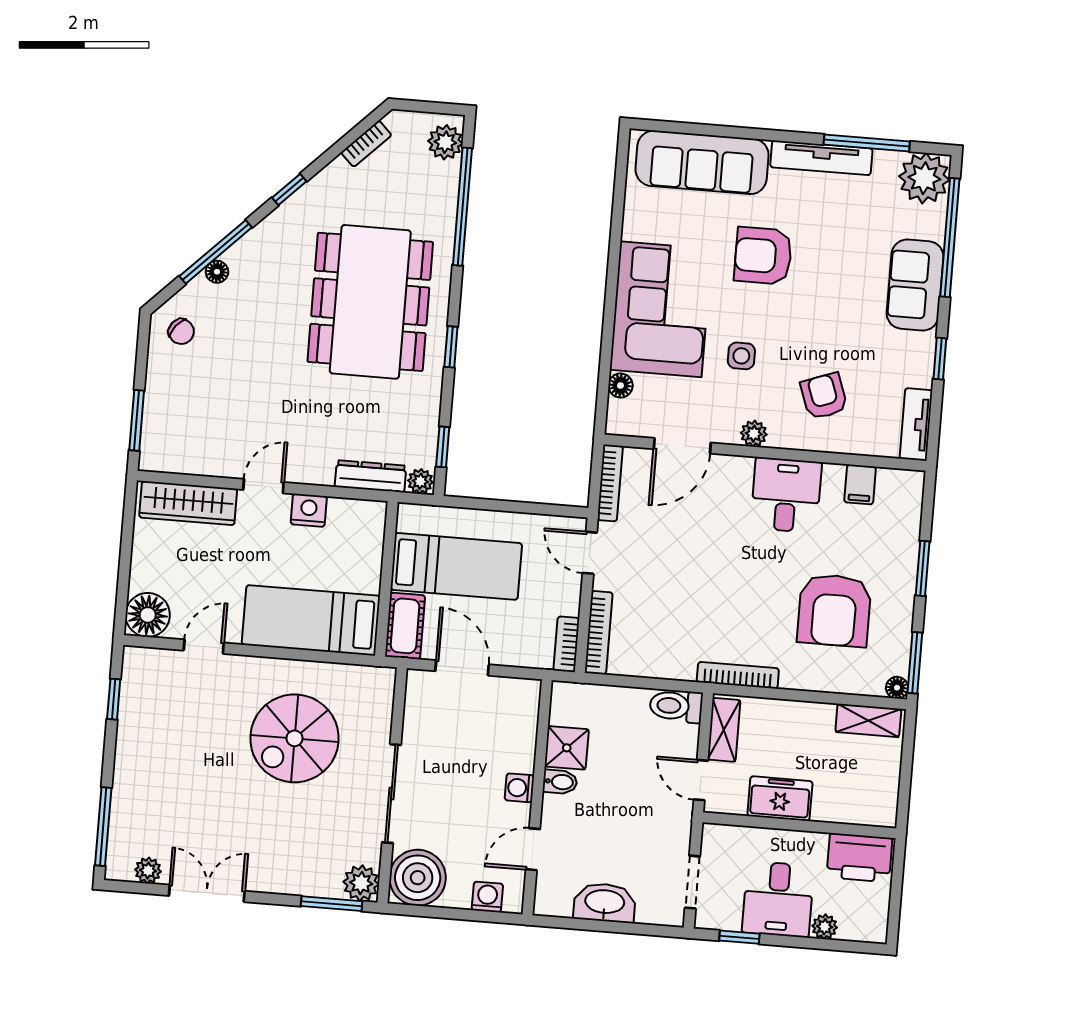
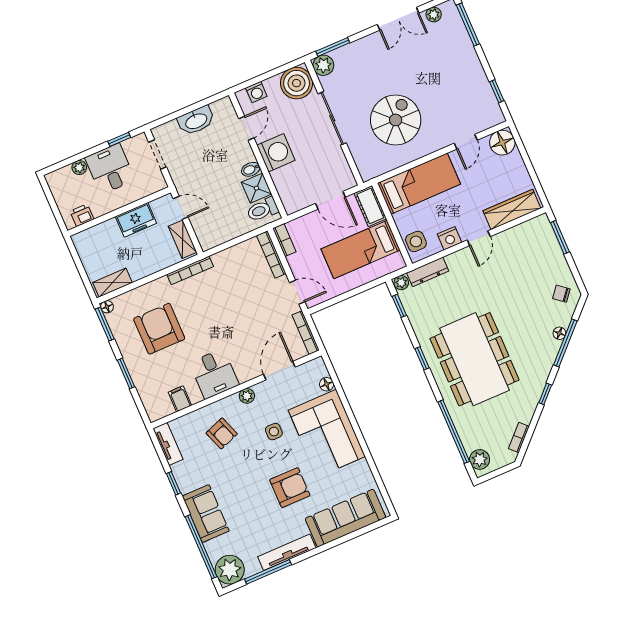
side table: (364, 533) -> (416, 241), added
toilet: (676, 706) -> (262, 210), moved, turned 180
washing machine: (519, 788) -> (276, 153), width x1.89, depth x1.89
printer: (859, 858) -> (82, 215), width x0.53, depth x0.68

